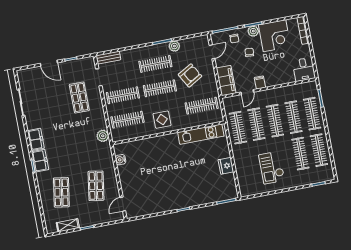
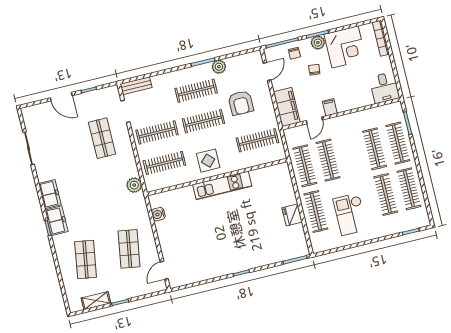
armchair: (190, 75) -> (241, 103), turned 120
clothes rail: (275, 121) -> (316, 212), moved
kitchen unit: (201, 134) -> (222, 185), moved

